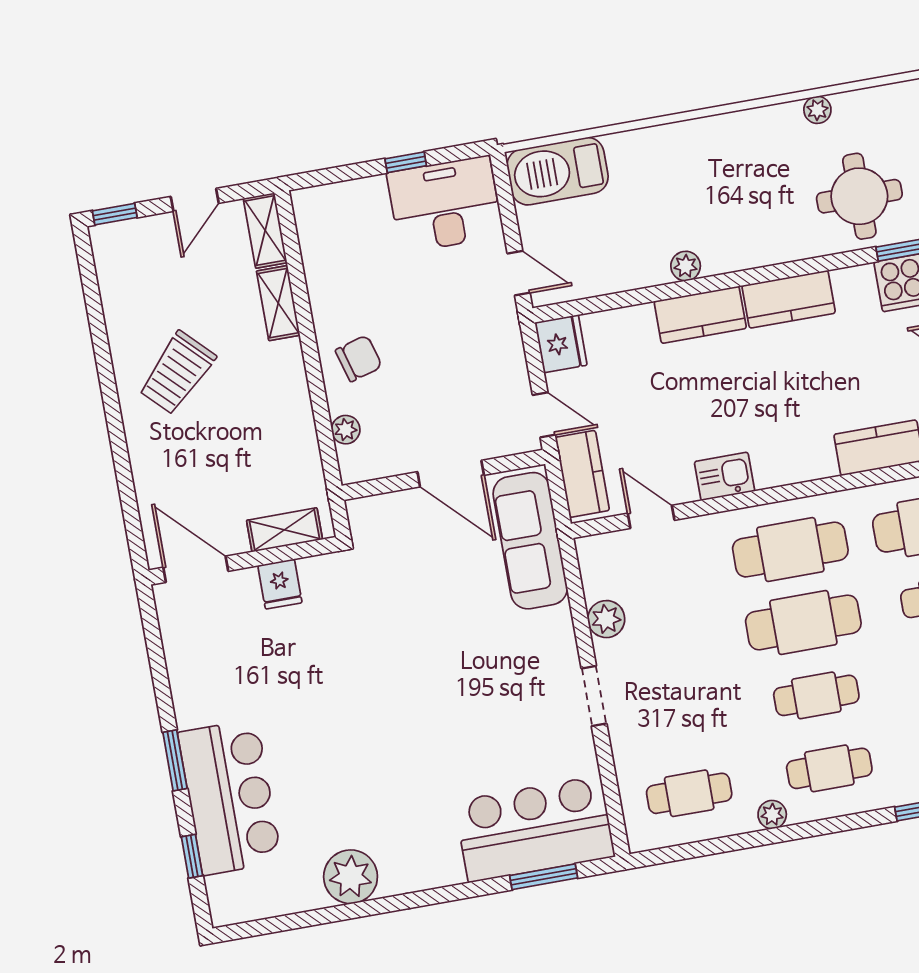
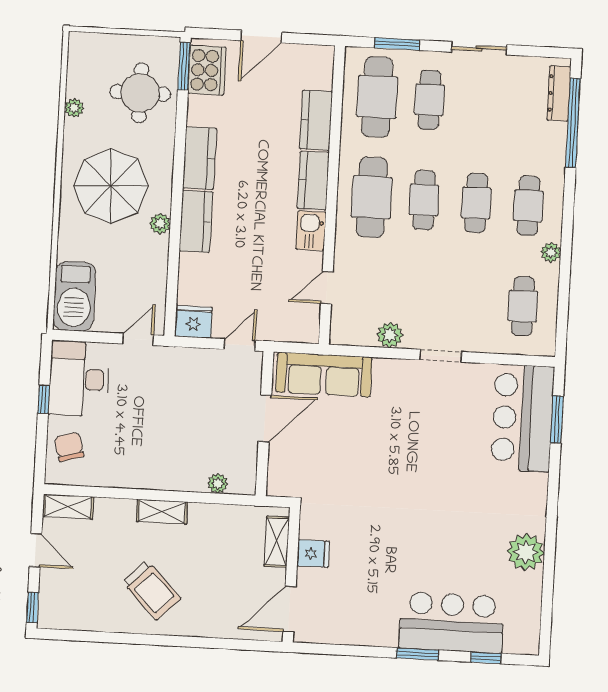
parasol: (721, 186) -> (111, 186), added
shelving: (278, 303) -> (162, 512), moved
chair: (359, 358) -> (69, 447), moved
kitchen counter: (582, 474) -> (313, 181), moved, turned -90
cafe table: (803, 622) -> (424, 200), width x0.73, depth x0.74

